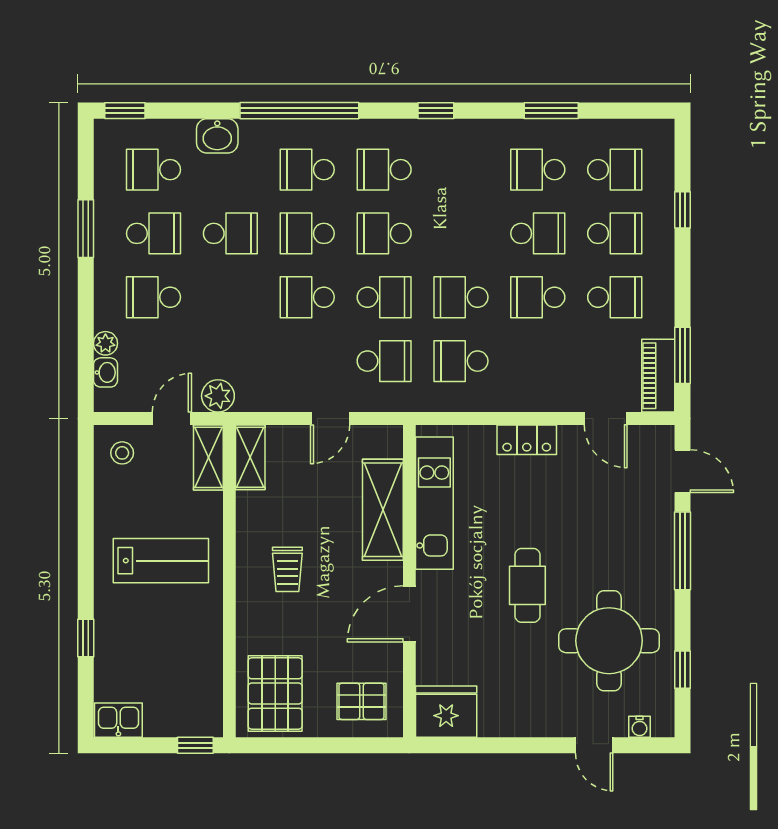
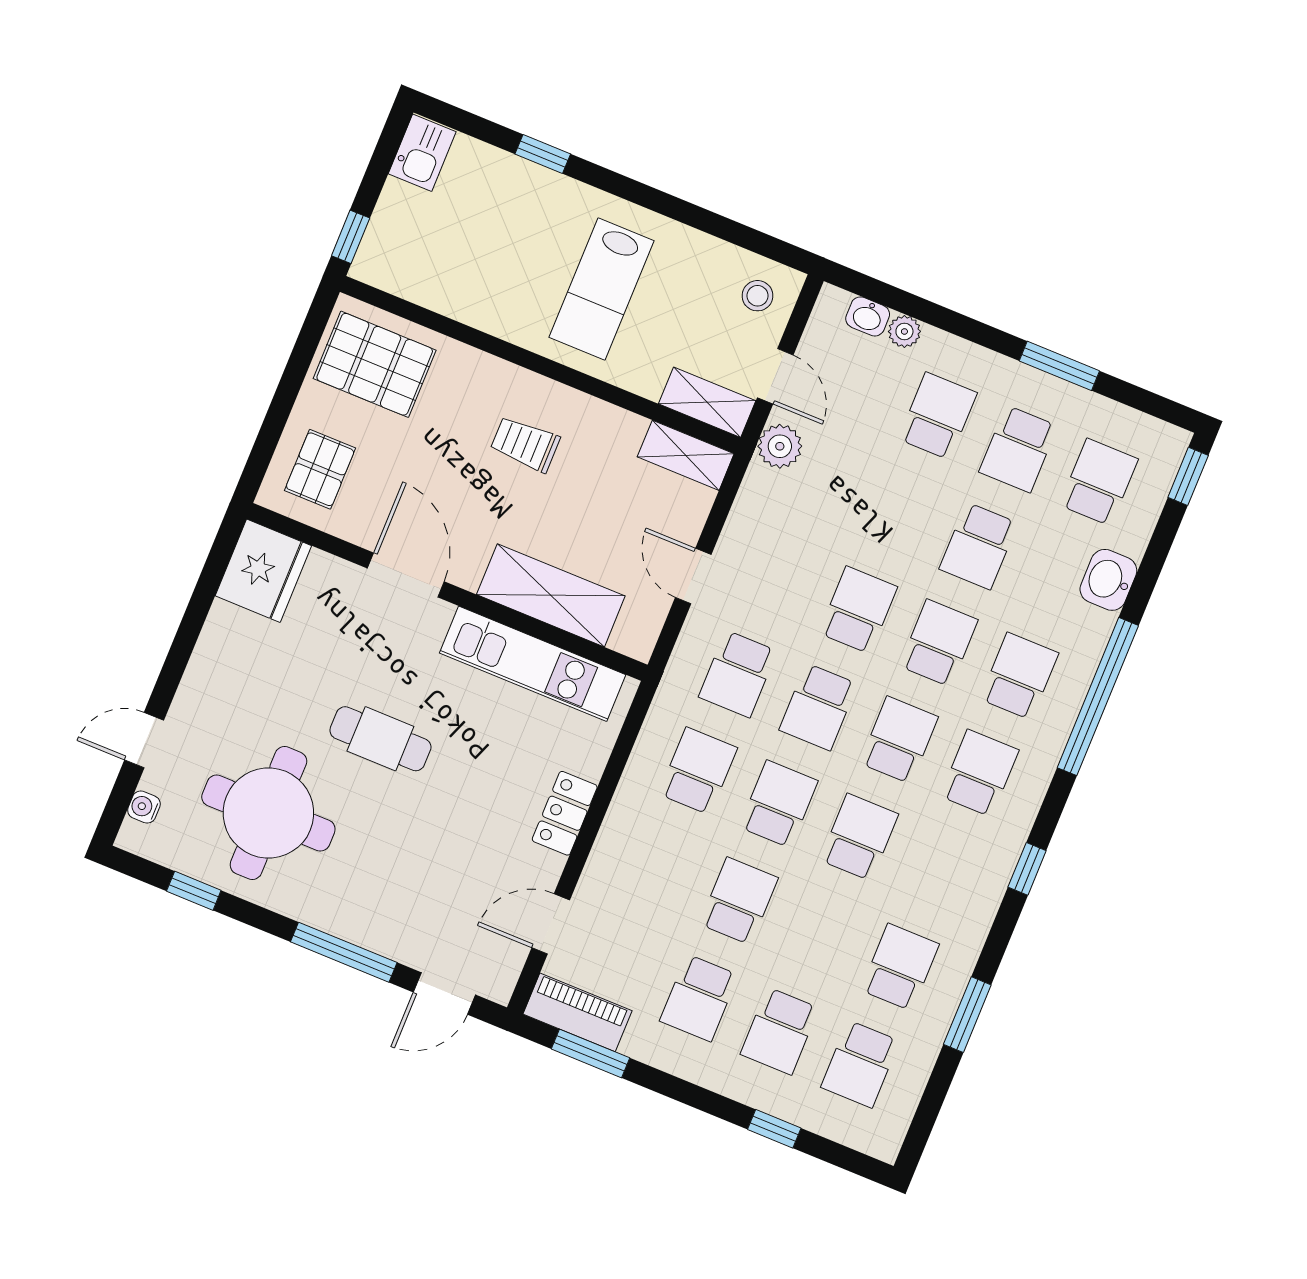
school desk: (538, 233) -> (859, 837), moved, turned 180

